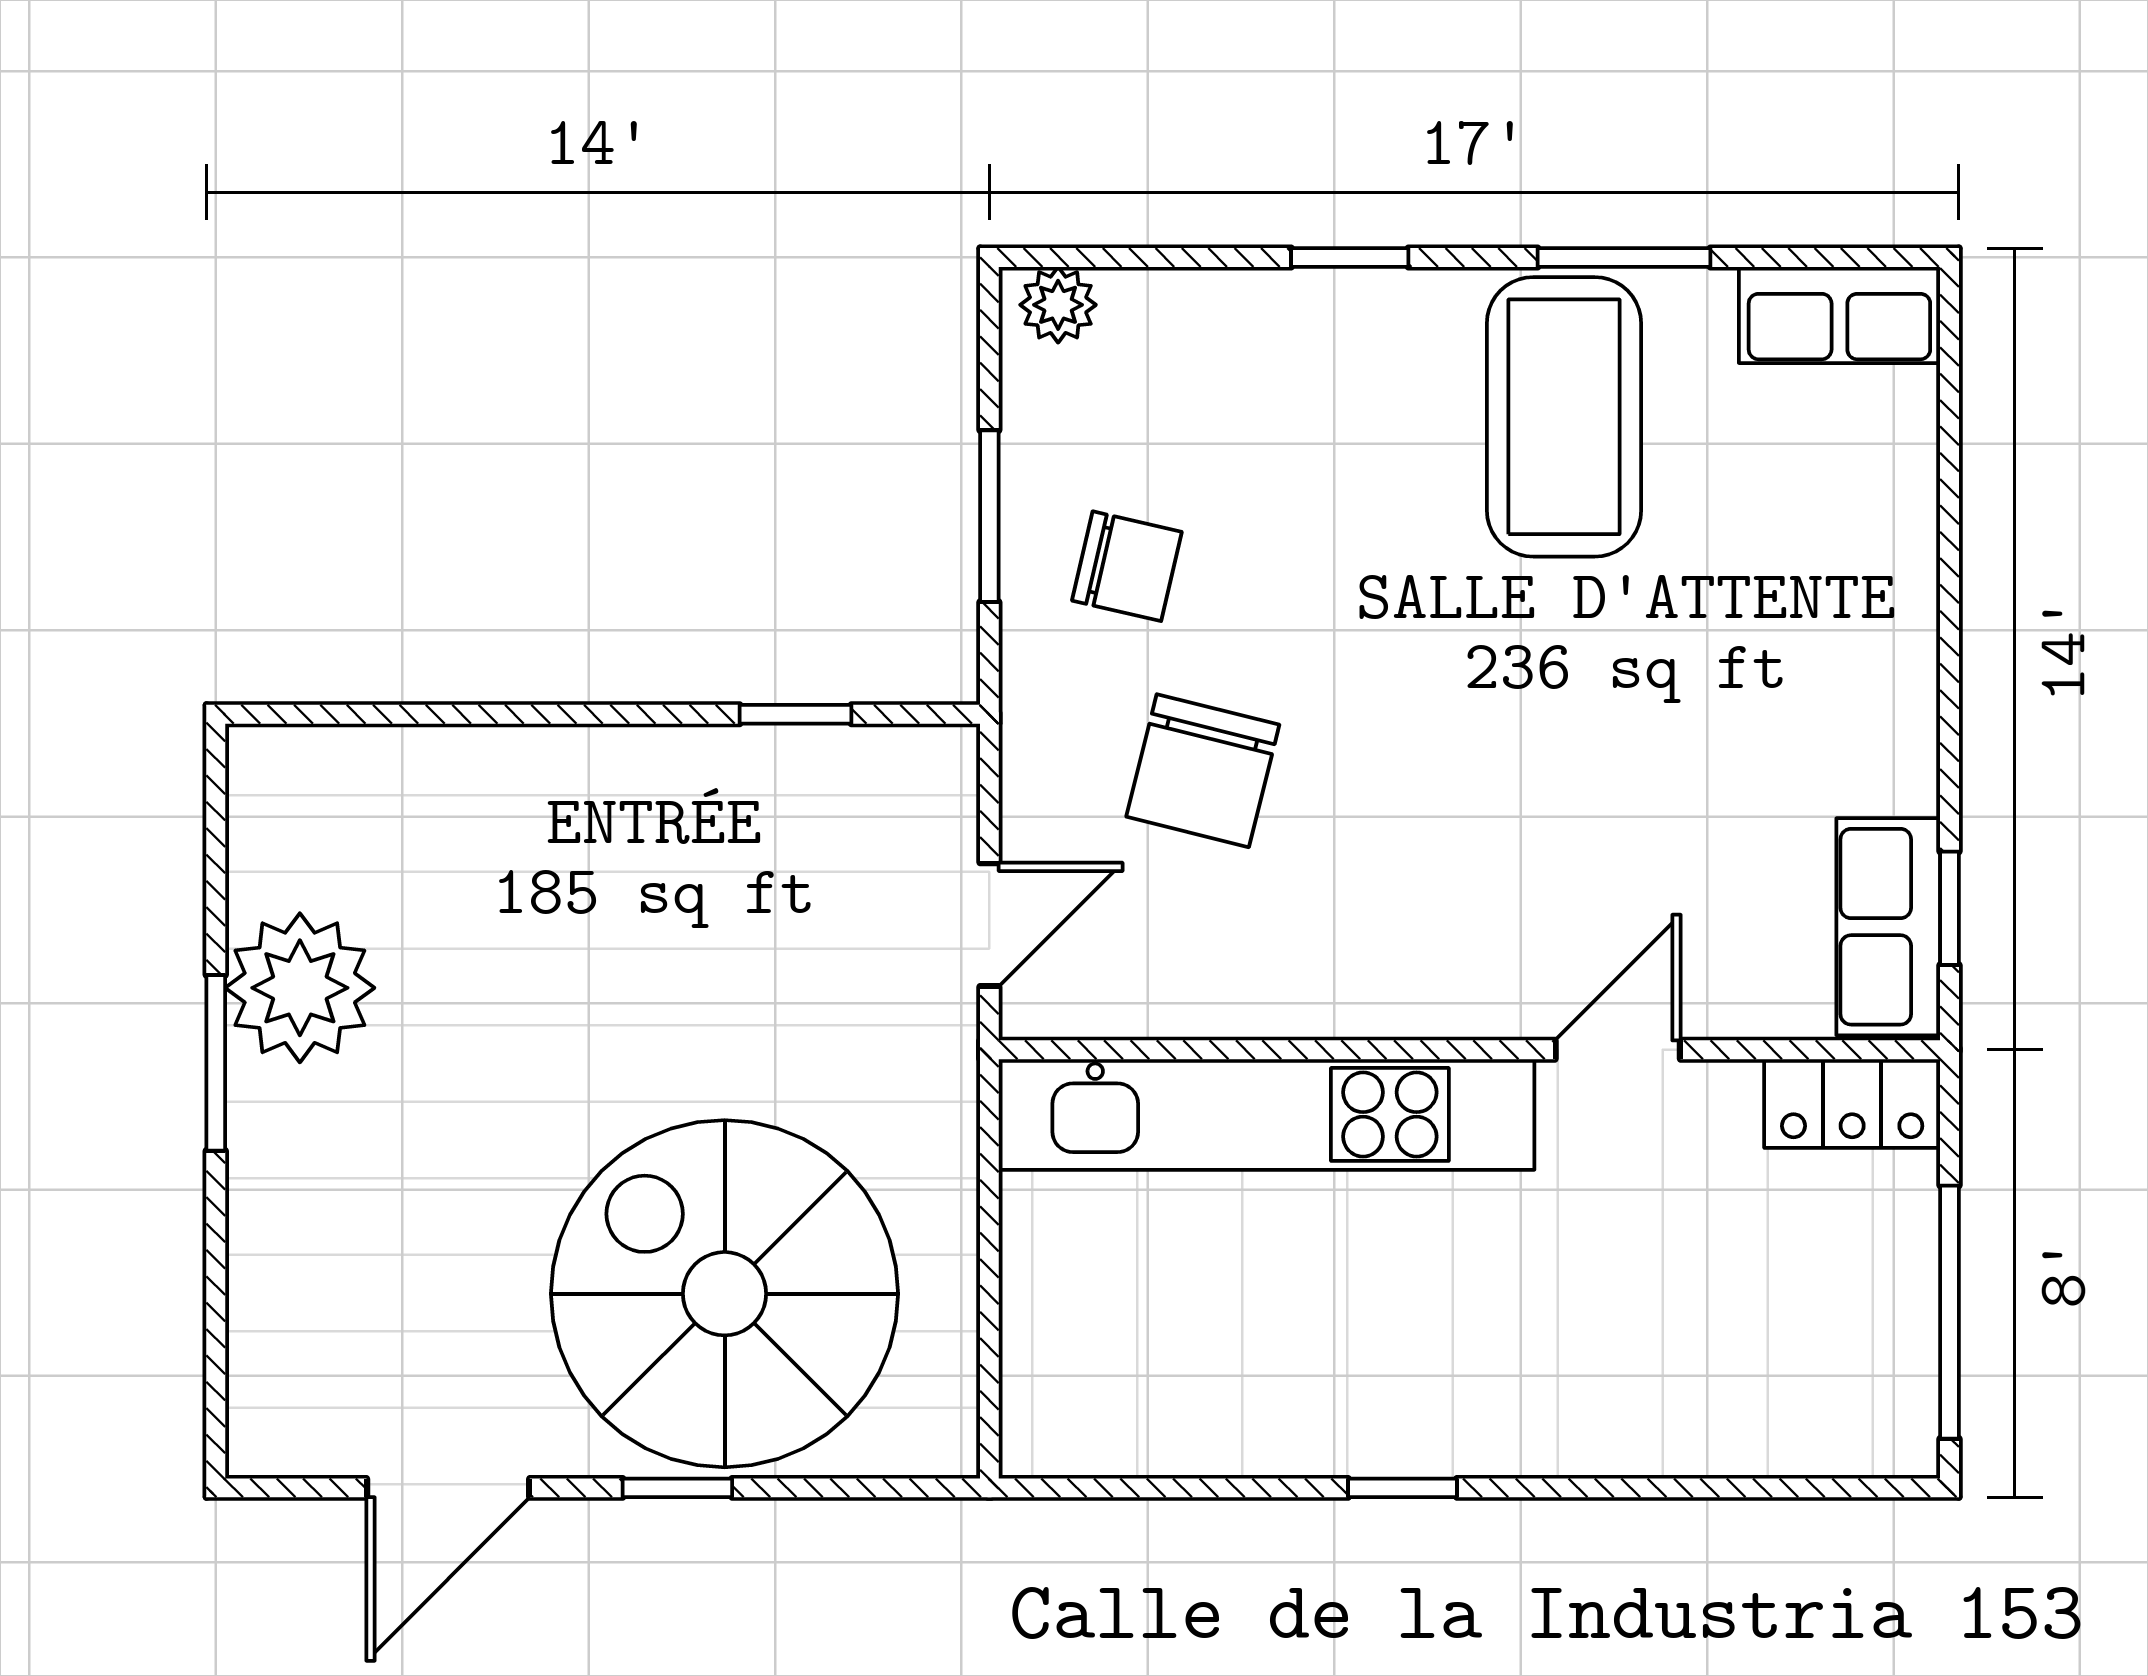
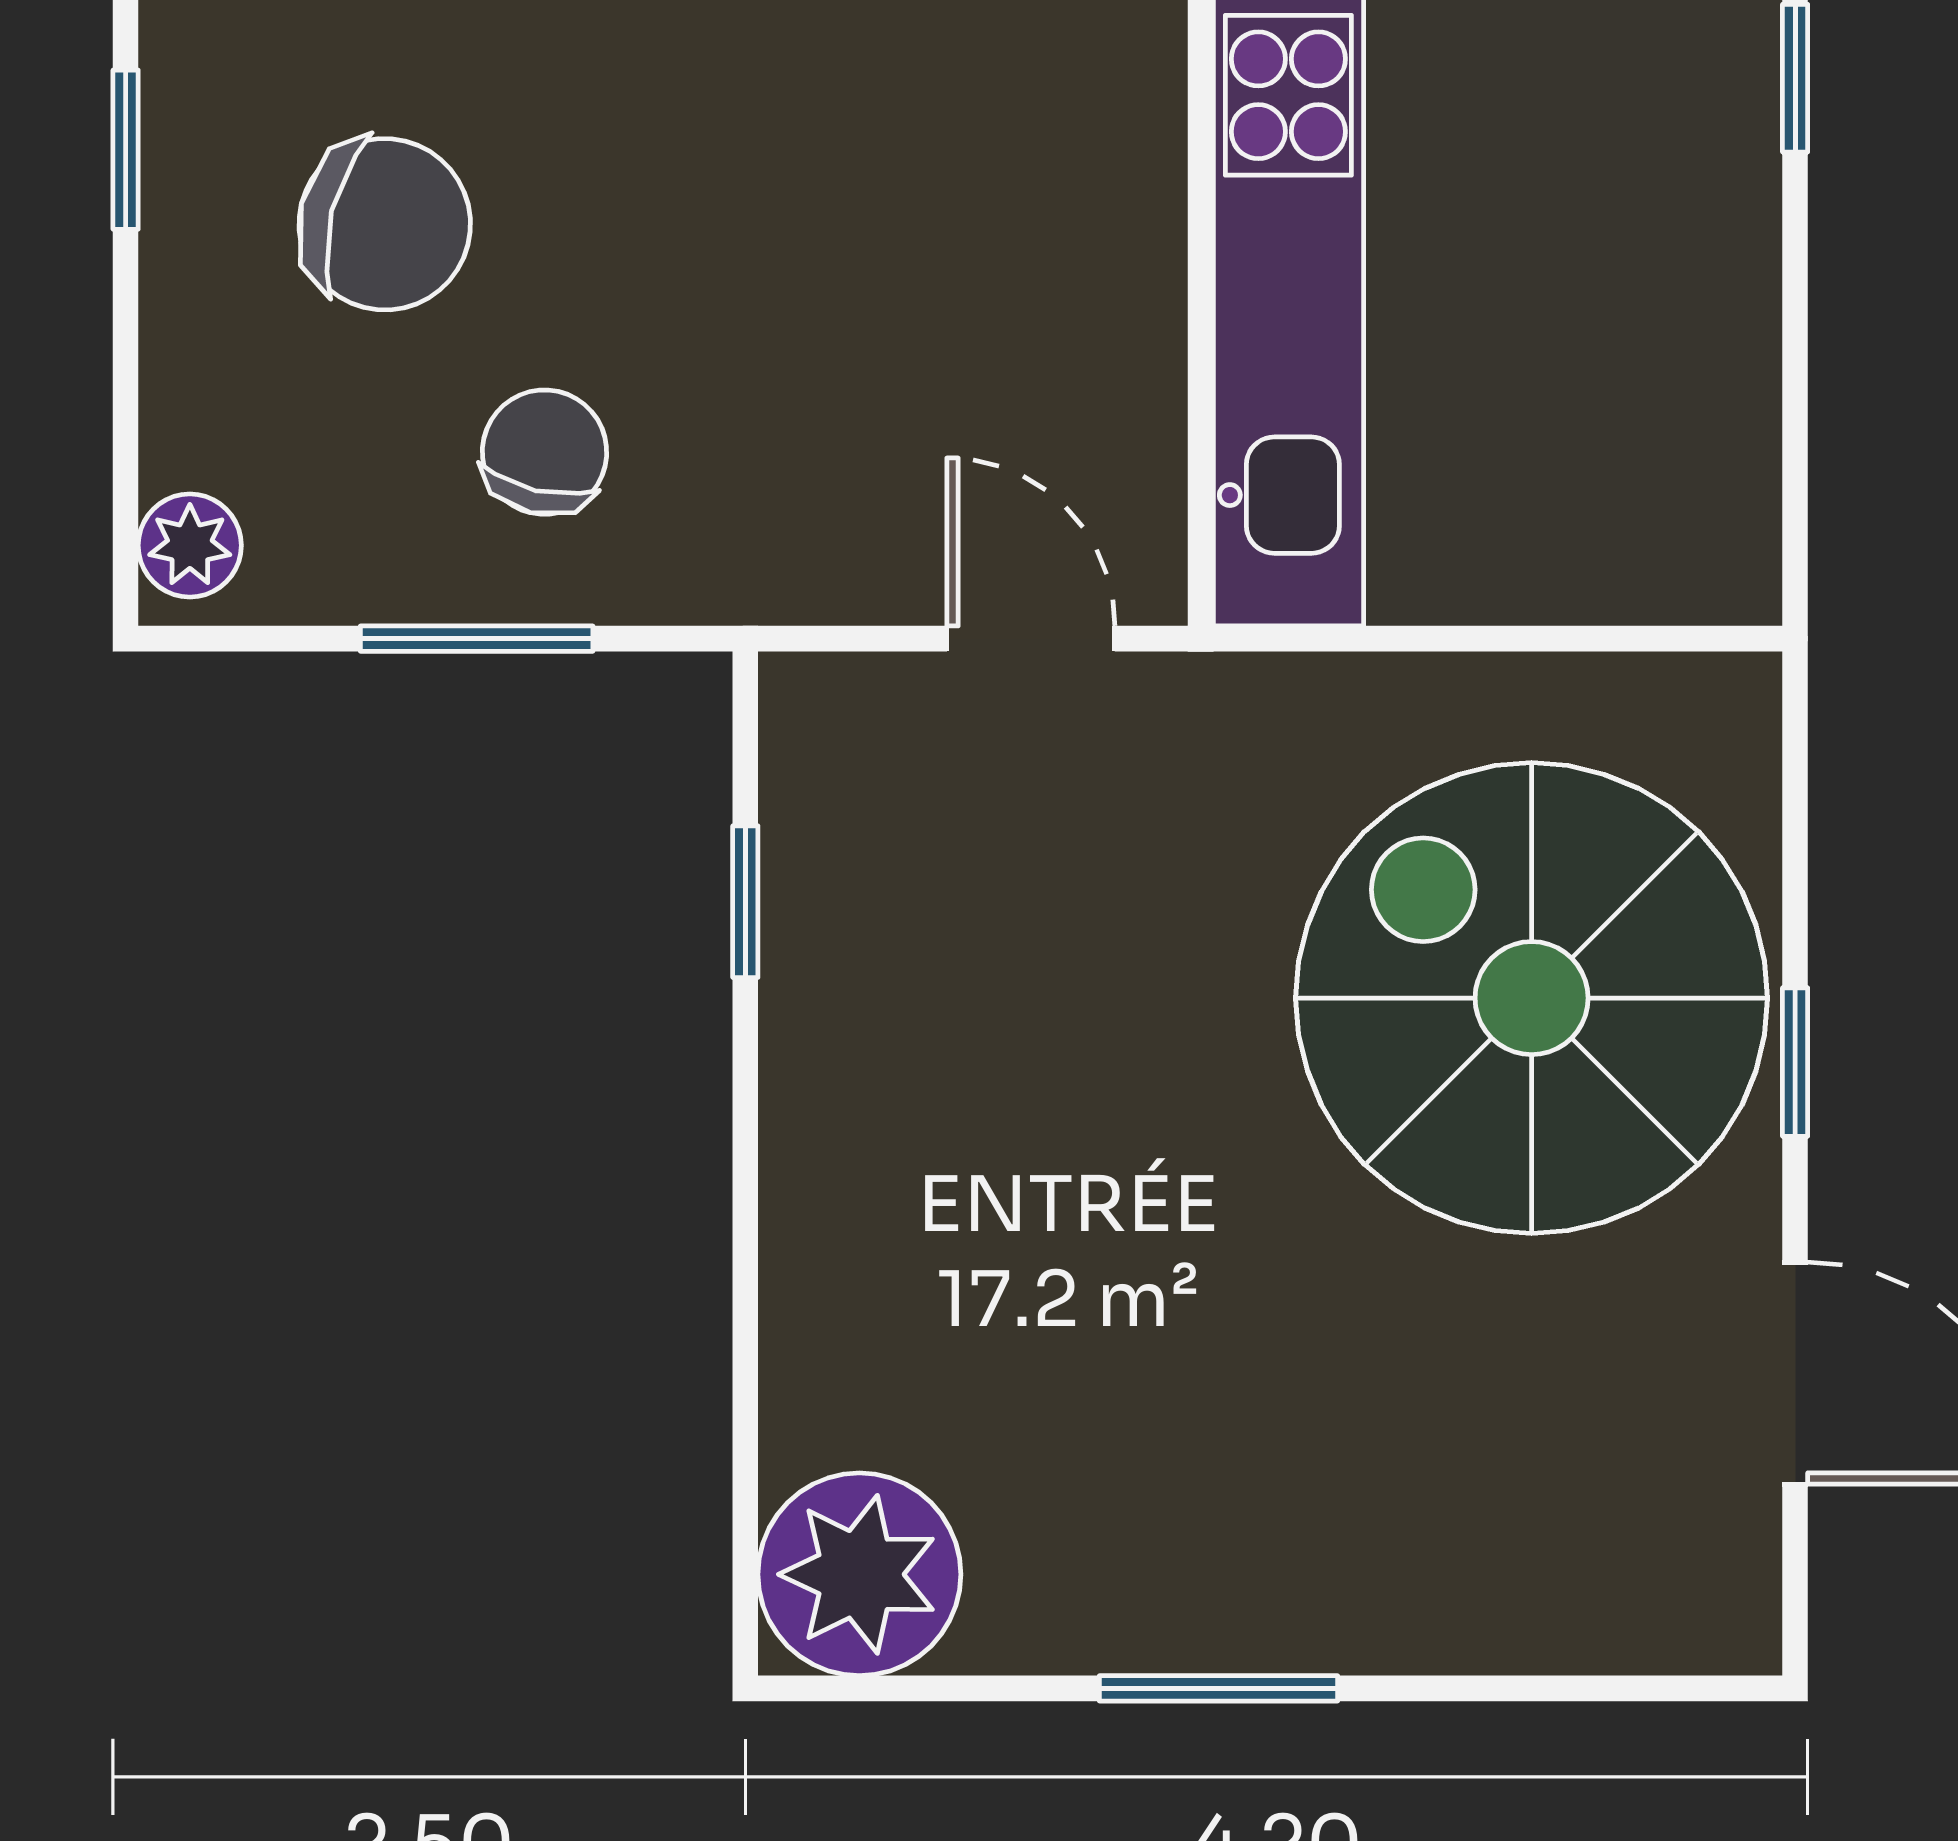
chair: (1203, 771) -> (385, 224), moved
plant: (300, 988) -> (859, 1574), moved
spiral stairs: (725, 1294) -> (1532, 998), turned 90

